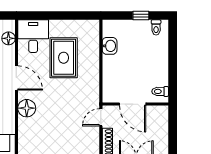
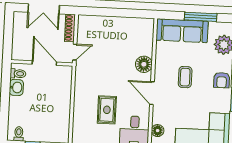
washbasin: (110, 46) -> (16, 87), moved, turned 180
rug: (64, 58) -> (107, 110), width x0.73, depth x0.70

